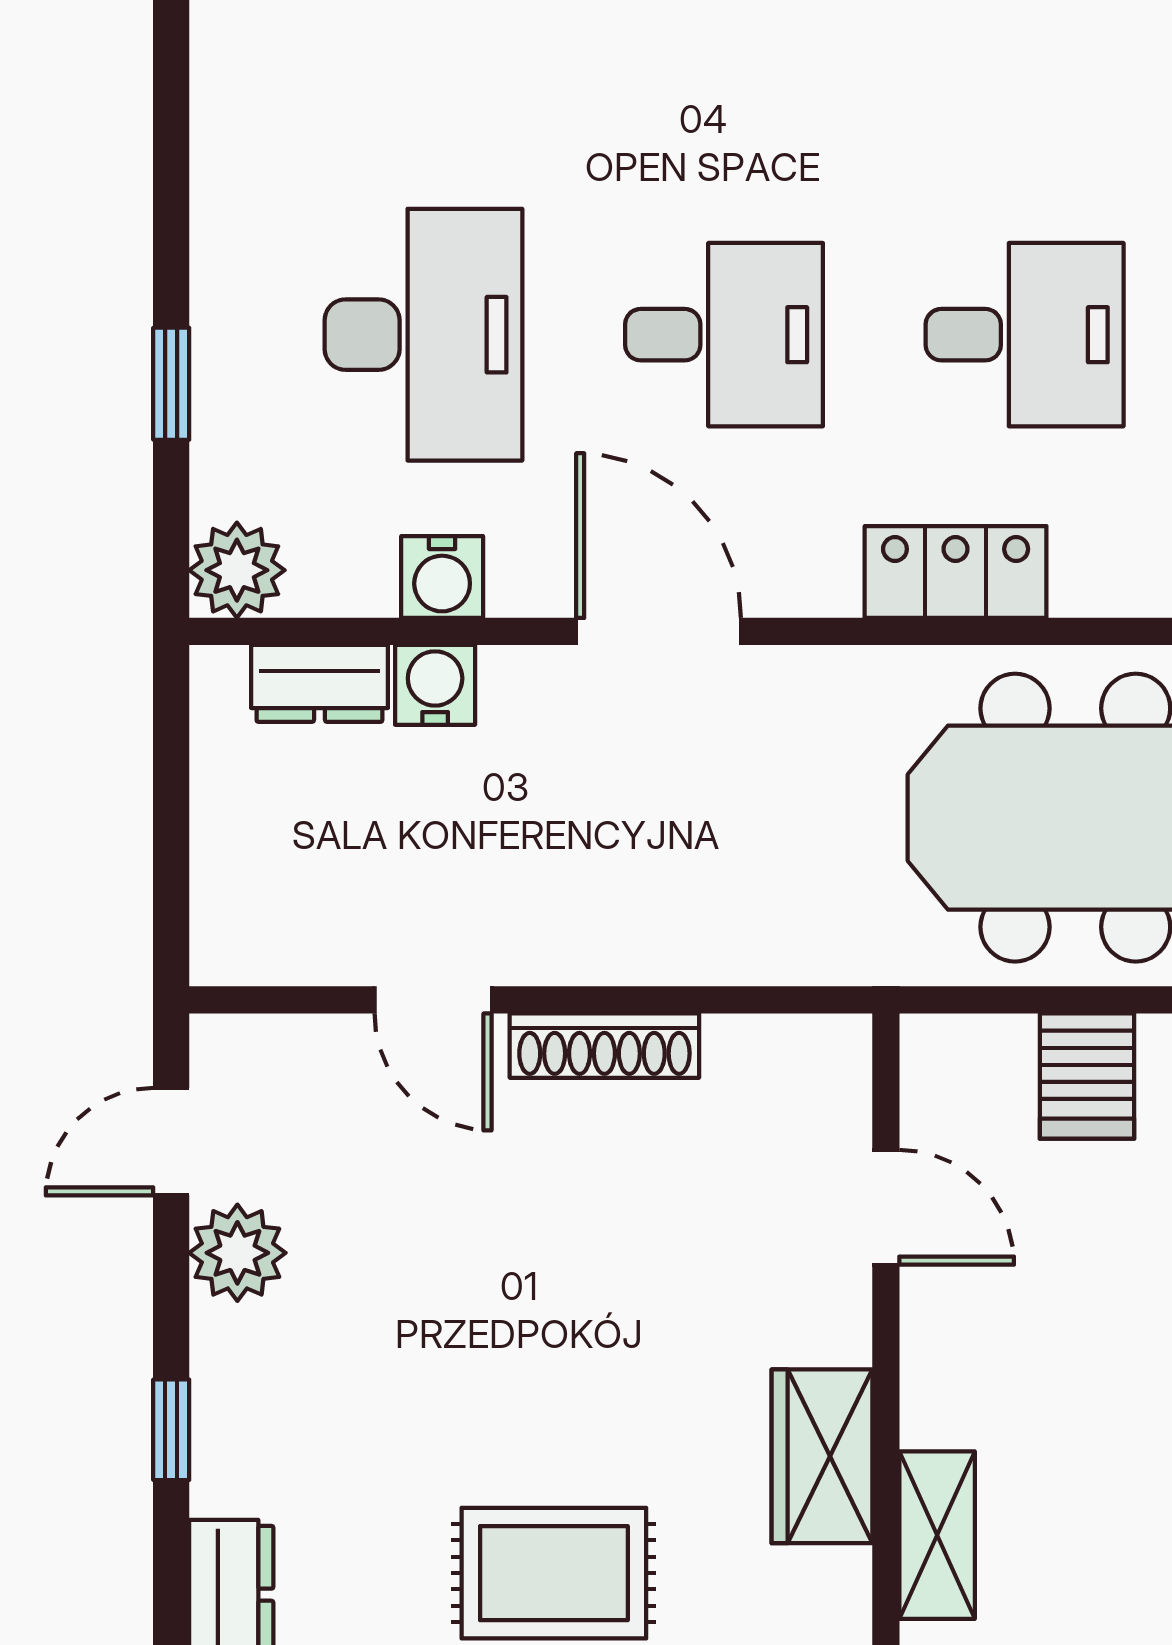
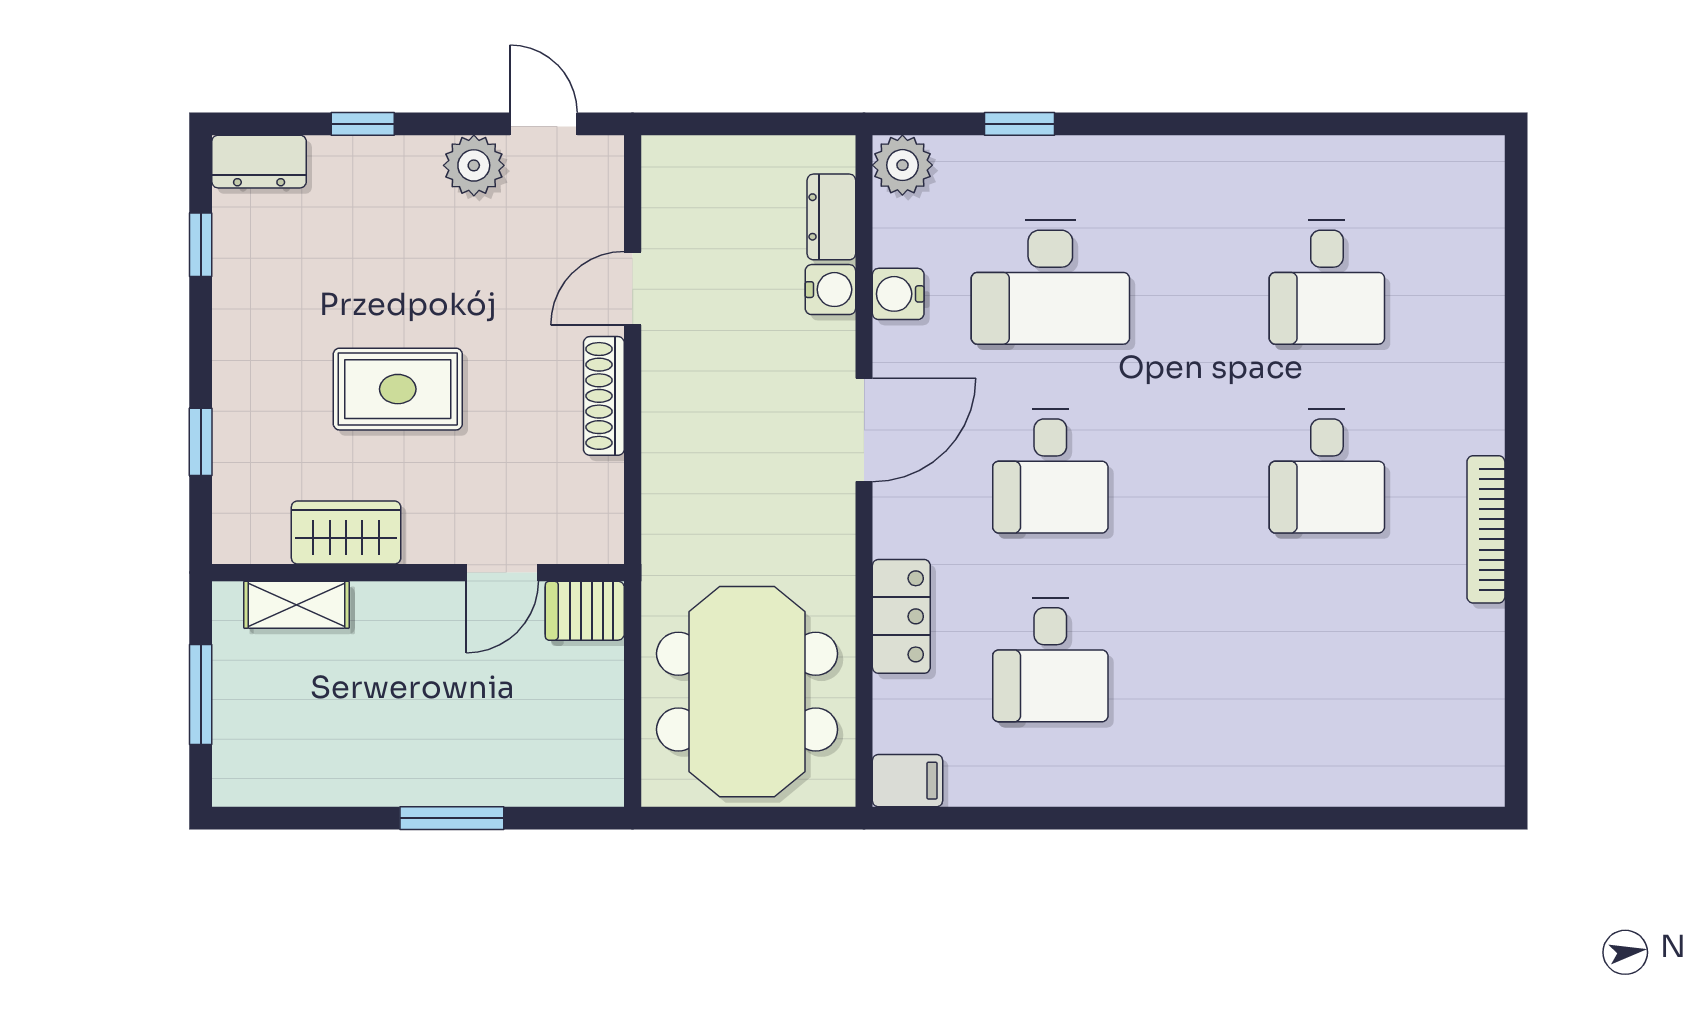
server rack: (1087, 1076) -> (585, 611), moved
rug: (554, 1573) -> (398, 389), moved, turned 90

